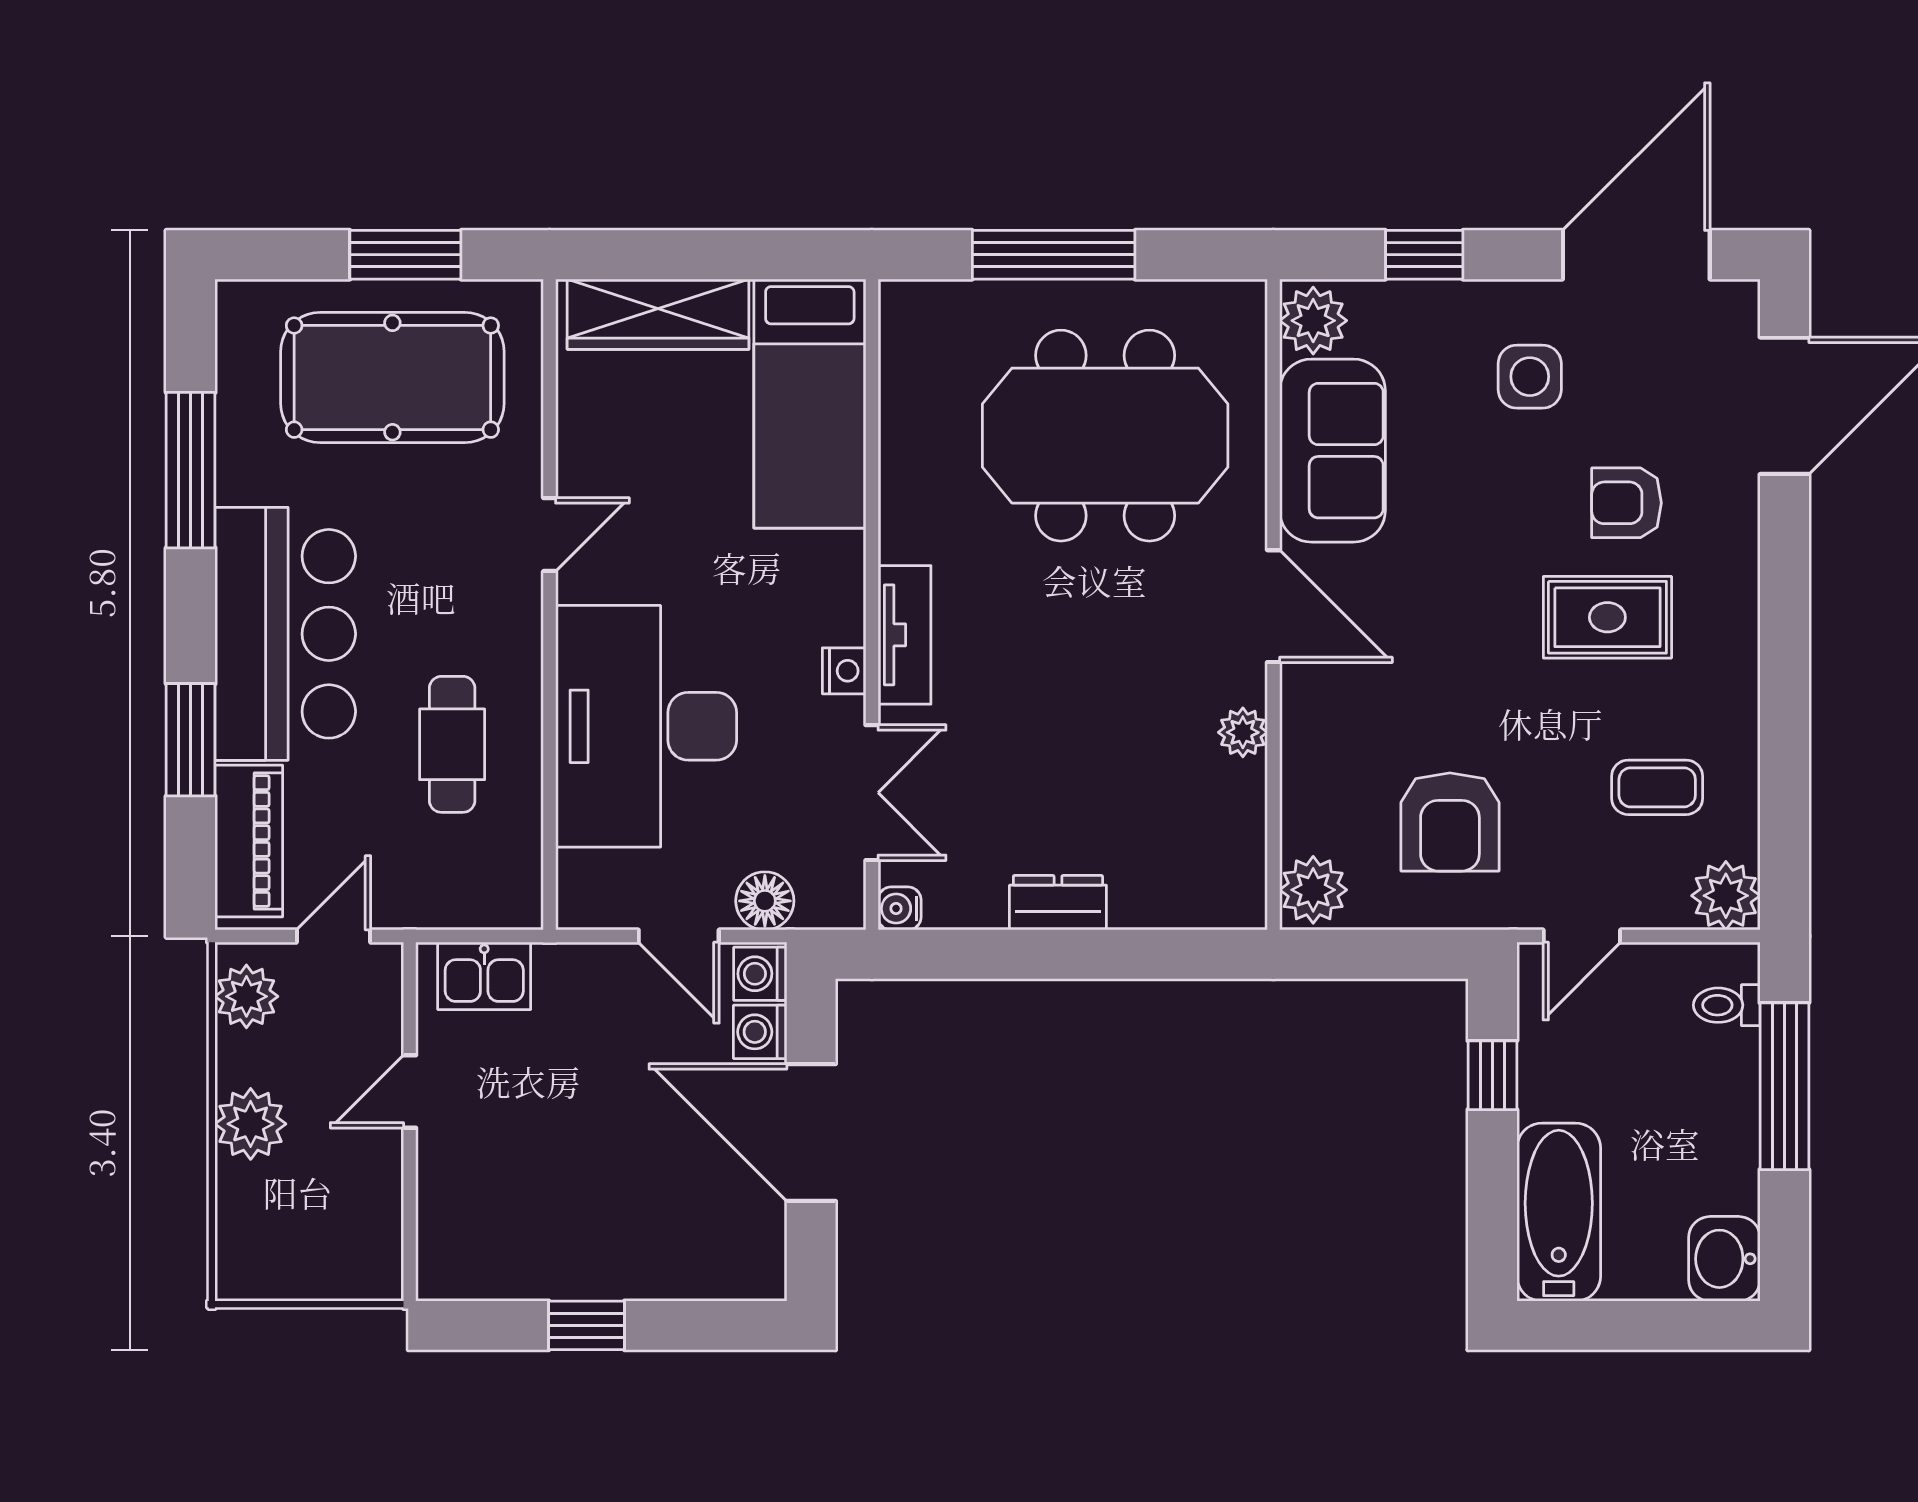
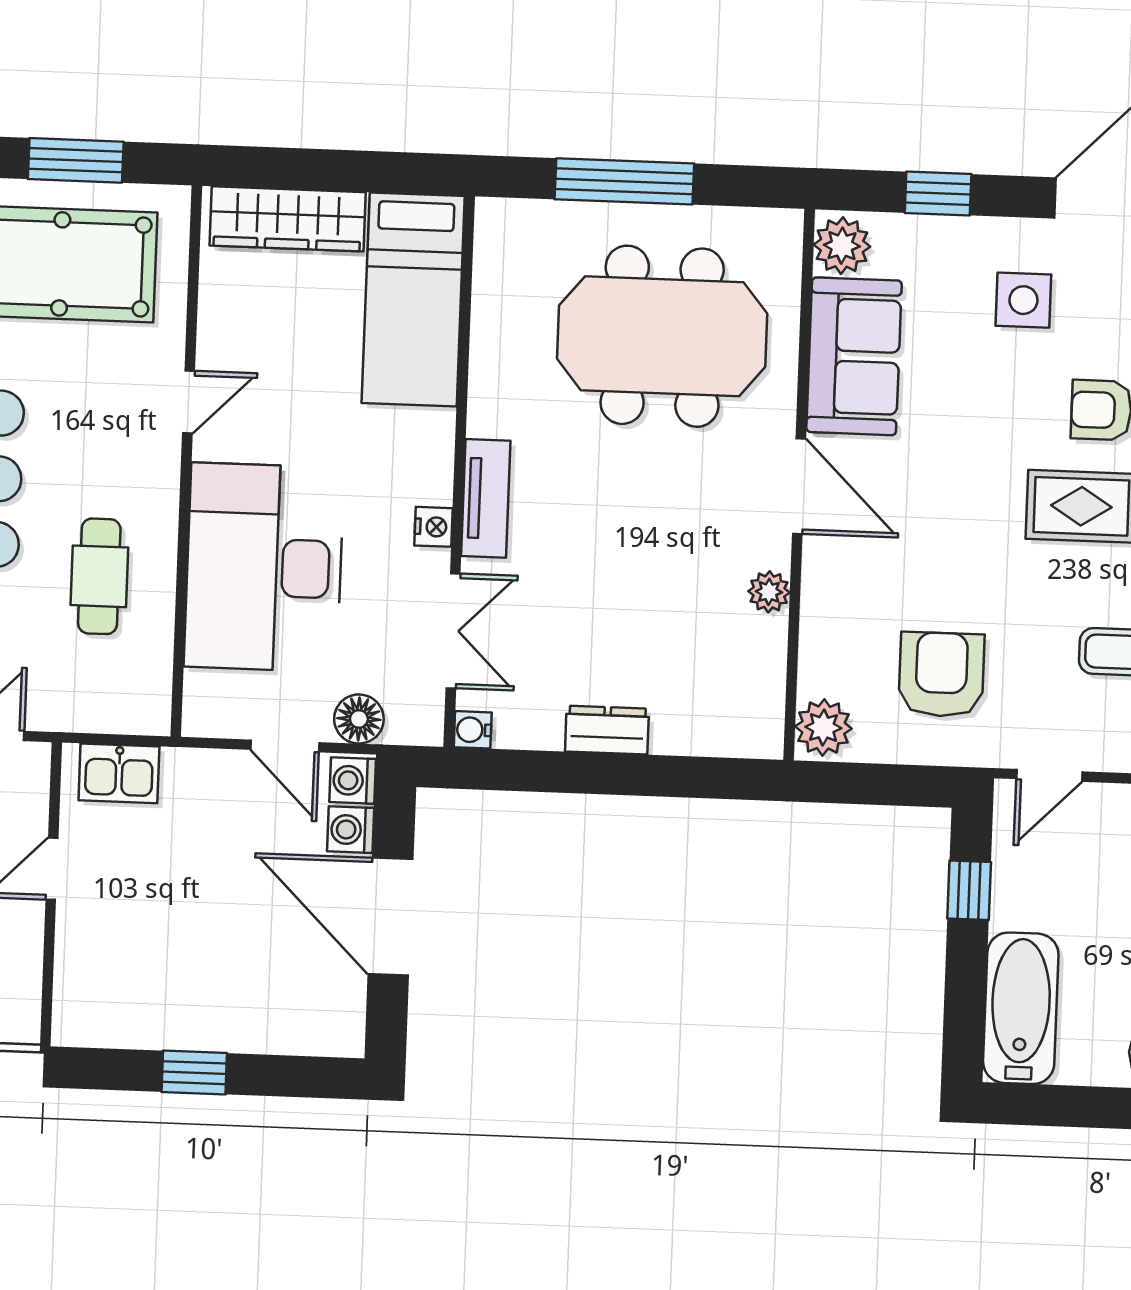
armchair: (1450, 822) -> (941, 674), turned 180

